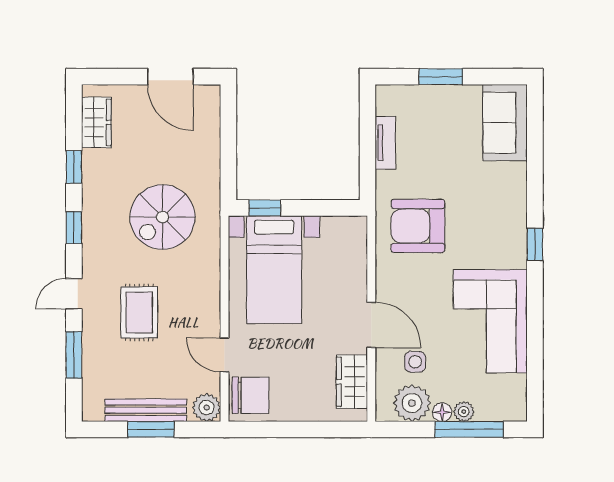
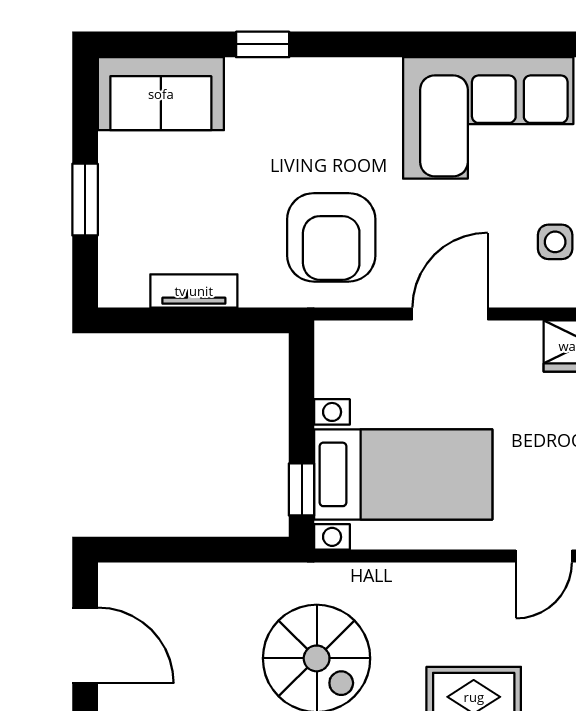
door: (170, 77) -> (85, 645), hinge flipped
window: (535, 244) -> (263, 44), moved
door: (371, 325) -> (450, 314), moved

